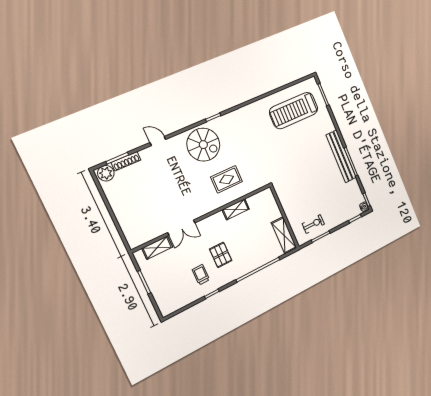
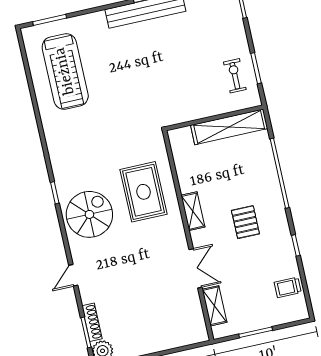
rug: (227, 179) -> (143, 192), width x1.36, depth x1.43
shelving: (236, 209) -> (193, 211), moved
shelving: (284, 235) -> (229, 127), width x1.47
pallet: (221, 255) -> (245, 222), turned 90
trolley: (201, 275) -> (288, 287), moved

